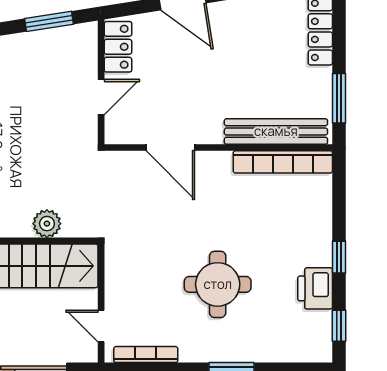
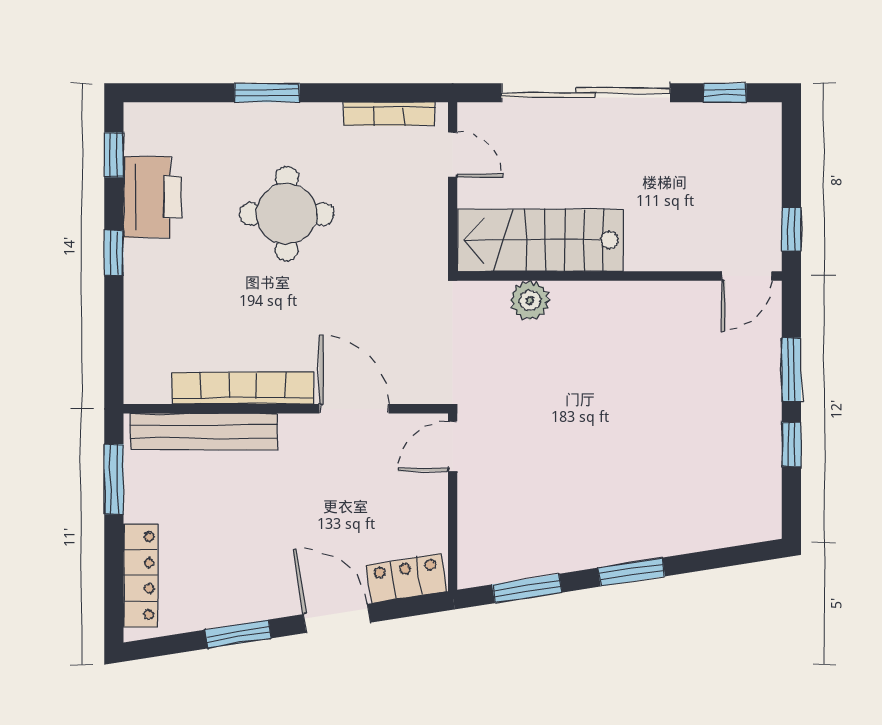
locker: (118, 47) -> (407, 578), moved, turned 81
door: (101, 97) -> (453, 446), moved
bookcase: (283, 162) -> (243, 388), moved
printer: (315, 288) -> (153, 197), width x1.37, depth x1.19

